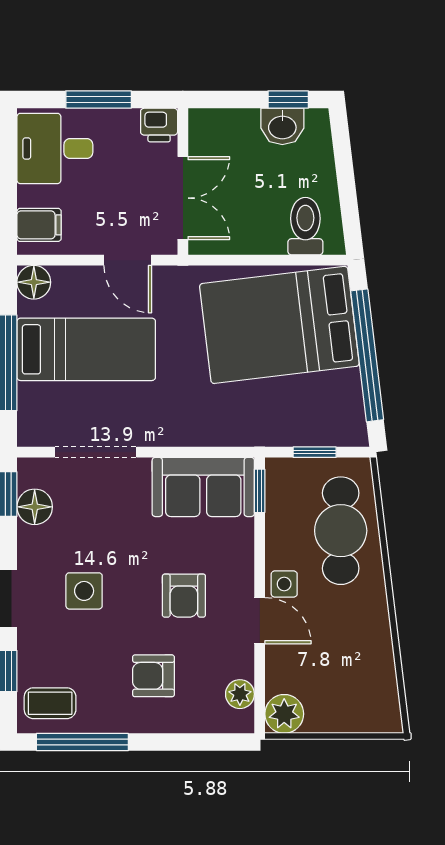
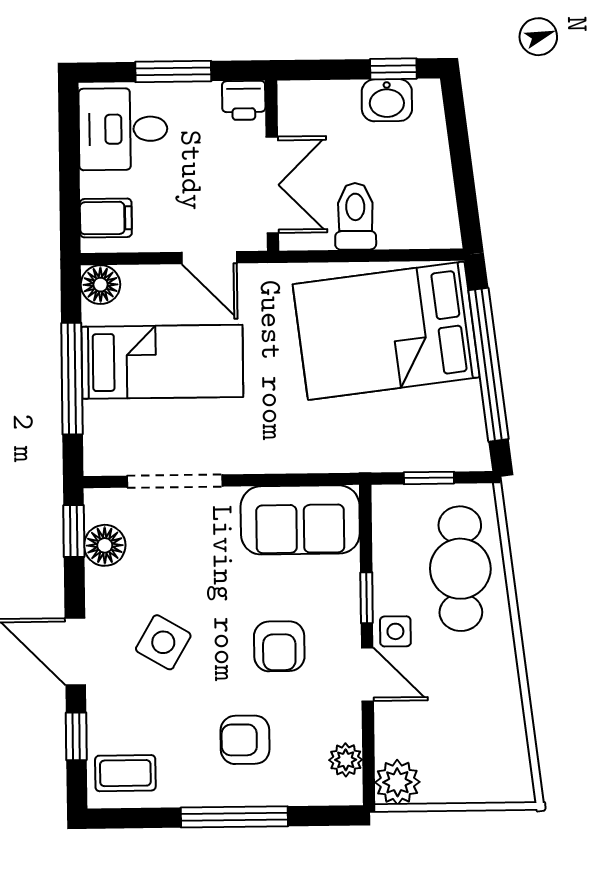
toilet: (305, 226) -> (355, 216), moved
window: (260, 491) -> (367, 598), moved
side table: (84, 591) -> (163, 642), turned 30
window: (82, 742) -> (234, 817), moved

